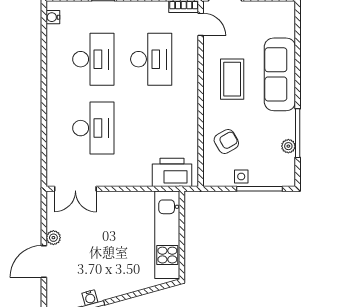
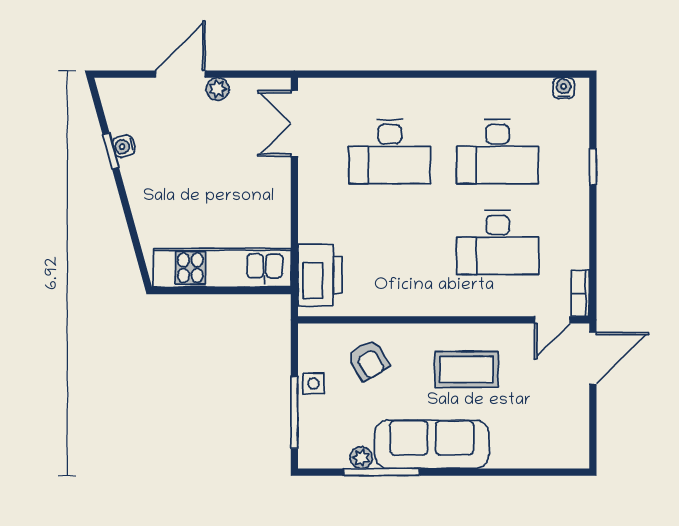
sofa: (280, 74) -> (432, 444), moved
door: (44, 261) -> (180, 74), hinge flipped

